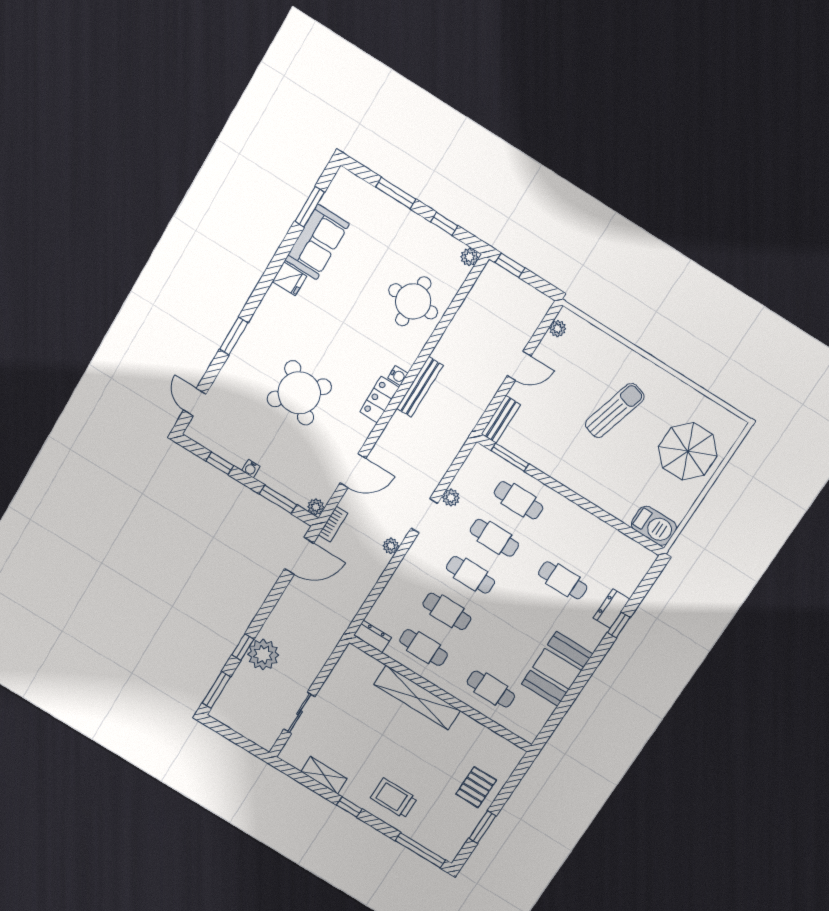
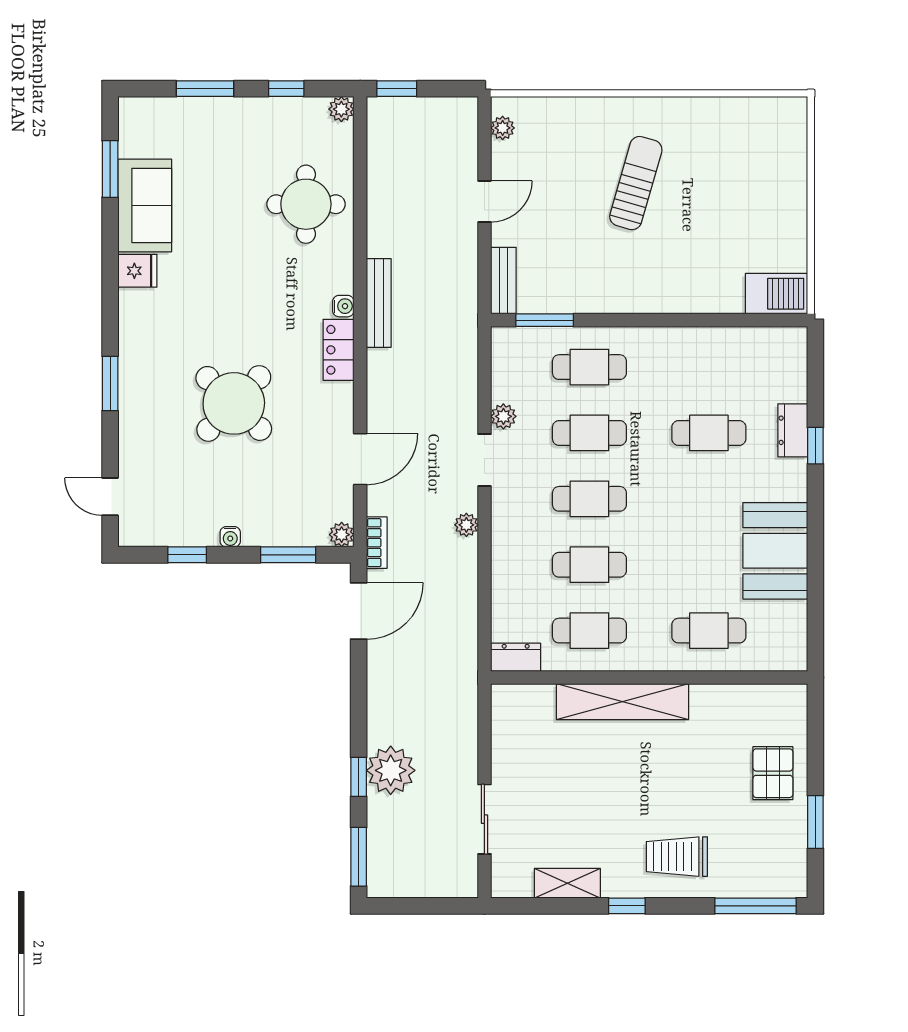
parasol: (688, 451) -> (757, 177), removed

